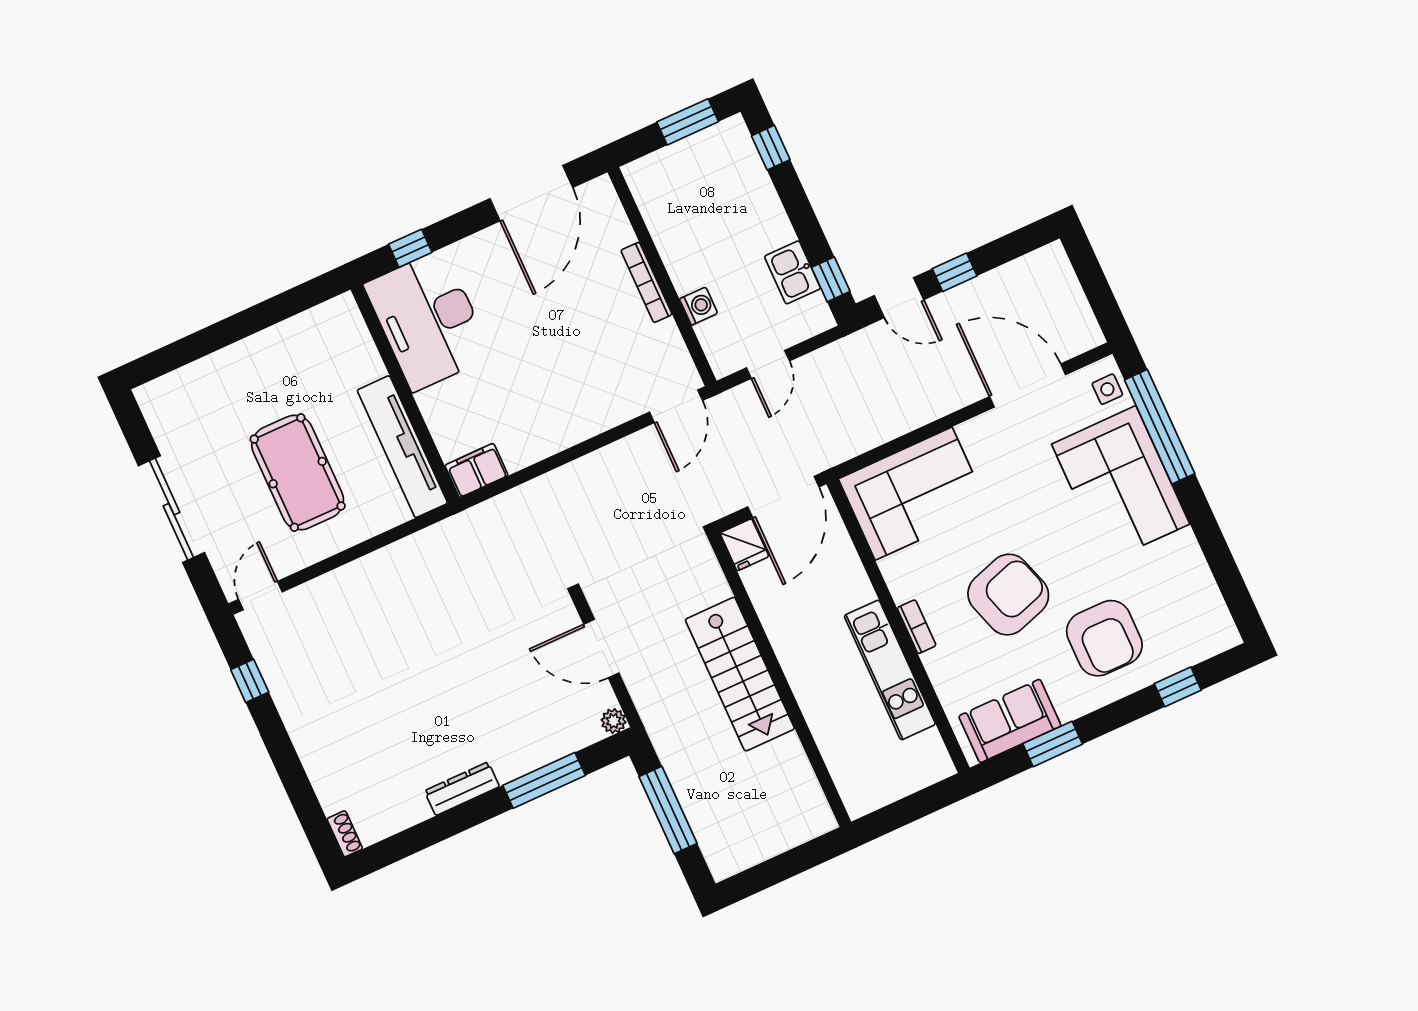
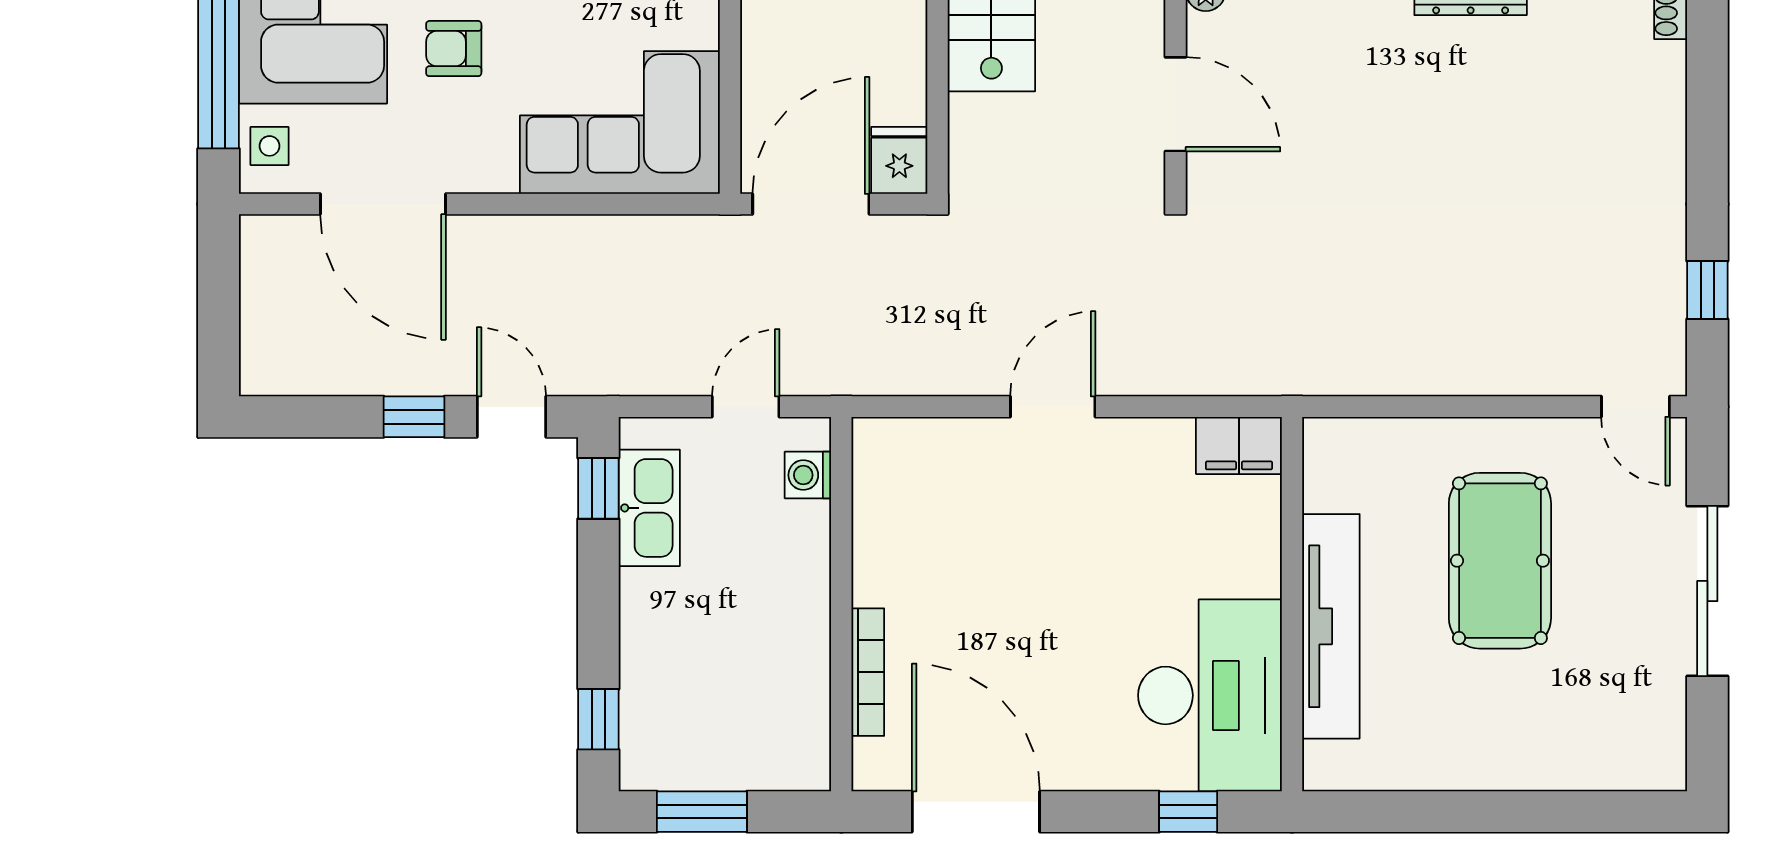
door: (531, 193) -> (976, 812), hinge flipped
kitchen sink: (793, 272) -> (649, 508), width x1.38
bookcase: (646, 282) -> (868, 672), moved
washing machine: (699, 306) -> (808, 475), moved
door: (676, 406) -> (1053, 407), moved
tv unit: (402, 447) -> (1331, 626), moved
armchair: (1028, 493) -> (454, 49), added
door: (260, 596) -> (1635, 407), hinge flipped

